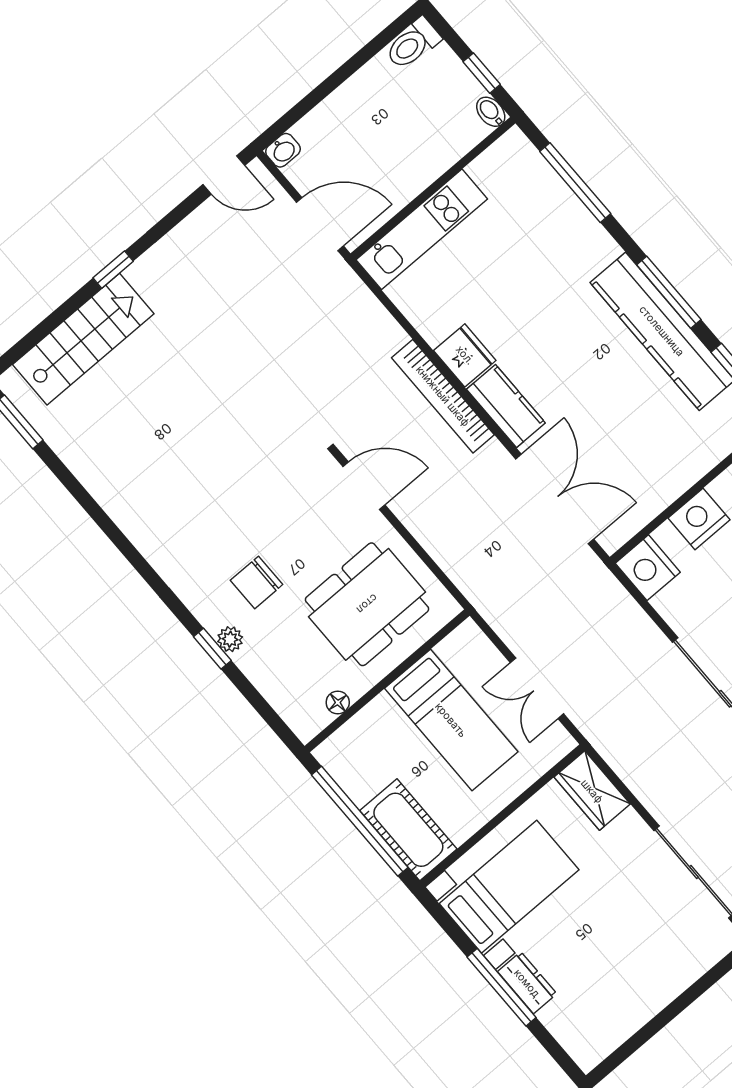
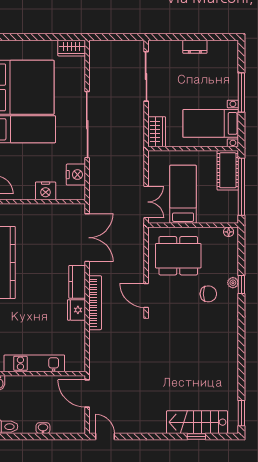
washbasin: (283, 150) -> (43, 428), moved
kitchen unit: (422, 229) -> (34, 363), moved
window: (113, 270) -> (196, 437), moved
double door: (555, 499) -> (87, 238), swing flipped
nightstand: (648, 568) -> (76, 175), moved
double door: (537, 688) -> (146, 202), moved
floor lamp: (338, 702) -> (229, 232), moved
dresser: (527, 983) -> (195, 47), moved, turned -90

